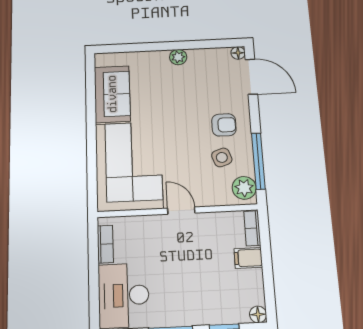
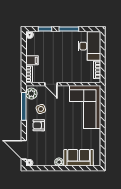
sofa: (112, 94) -> (79, 158), moved, turned 90
door: (181, 211) -> (51, 84), moved

